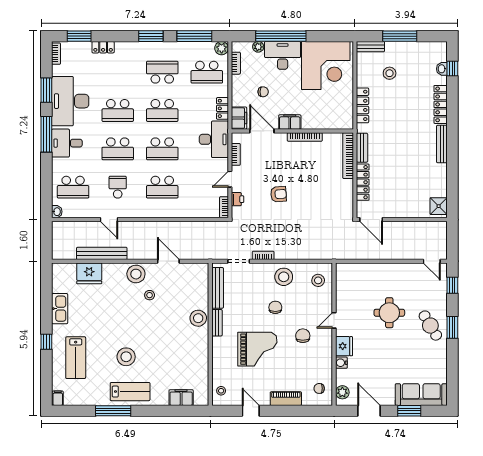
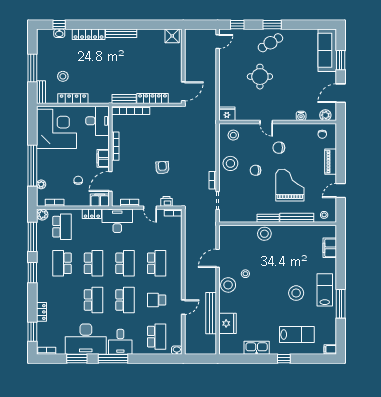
desk: (283, 55) -> (98, 121), moved, turned 180
locker: (362, 105) -> (73, 99), moved
bench: (218, 288) -> (297, 218), moved
fridge: (344, 346) -> (227, 114), moved

